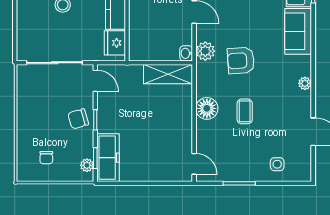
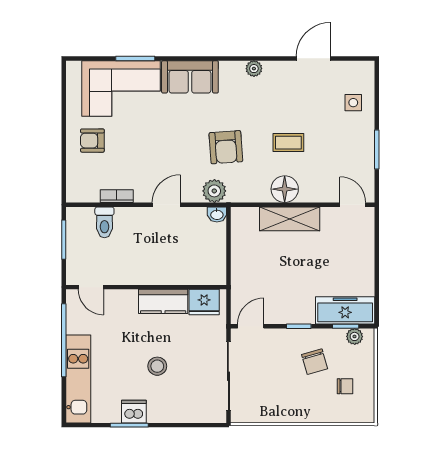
shelving: (168, 74) -> (290, 219), moved, turned 90
chair: (78, 119) -> (315, 362), moved
door: (194, 164) -> (353, 205), hinge flipped

